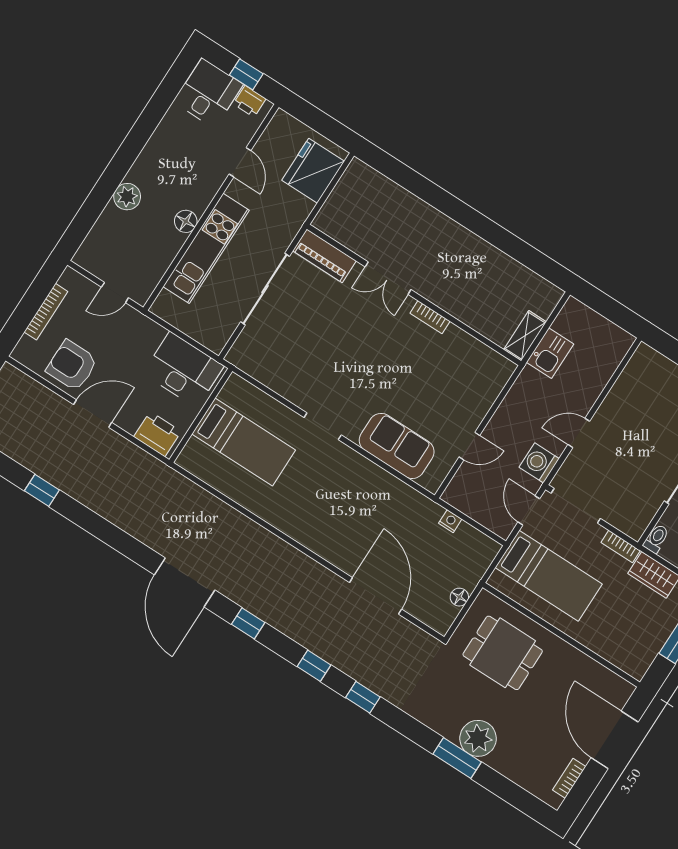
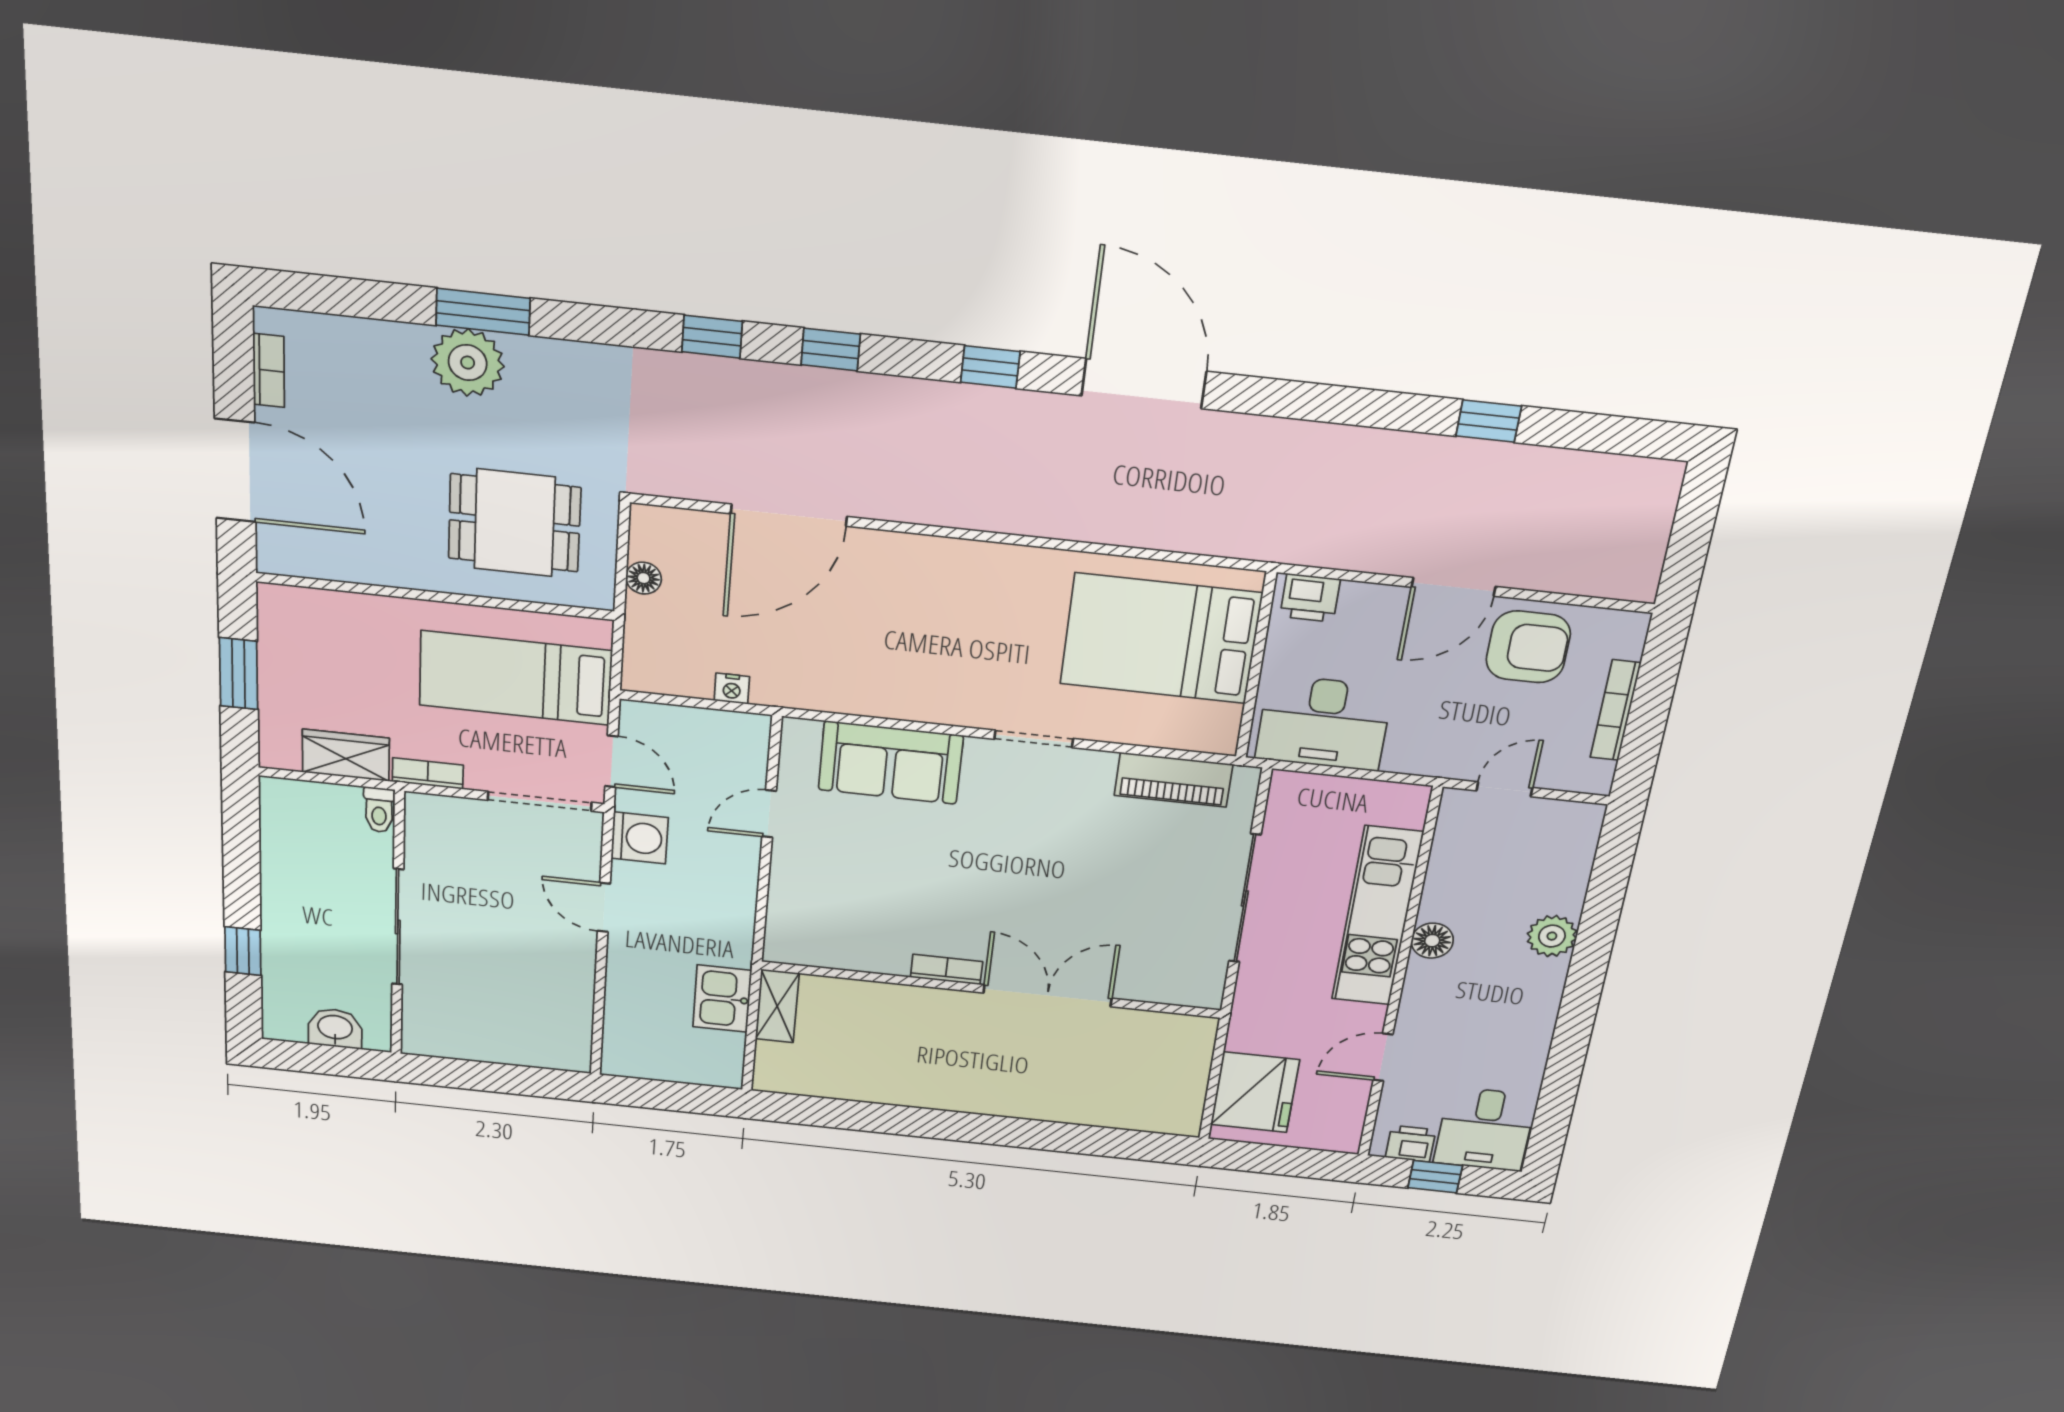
door: (240, 162) -> (1383, 1057), hinge flipped
piano: (324, 256) -> (1173, 780), moved, turned 180
double door: (388, 278) -> (1048, 996), width x1.37
door: (579, 433) -> (604, 907), swing flipped
printer: (157, 434) -> (1310, 598), width x0.73, depth x0.81
bed: (244, 442) -> (1161, 639), width x1.50
door: (376, 596) -> (789, 515), hinge flipped

